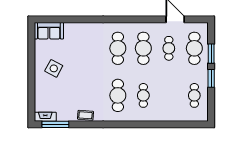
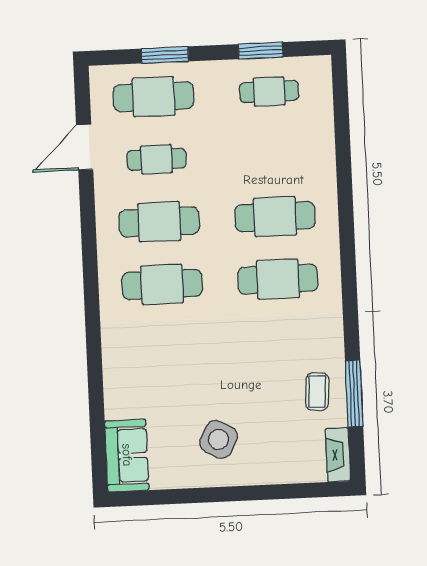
window: (211, 78) -> (261, 51), moved
cafe table: (143, 95) -> (275, 217), width x1.37, depth x1.35
coffee table: (85, 115) -> (317, 392), moved
window: (55, 124) -> (354, 394), moved

